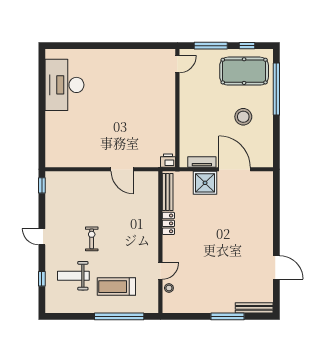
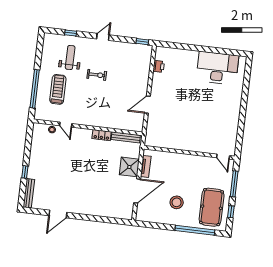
printer: (168, 161) -> (159, 66), moved
window: (227, 316) -> (25, 172), width x0.46

